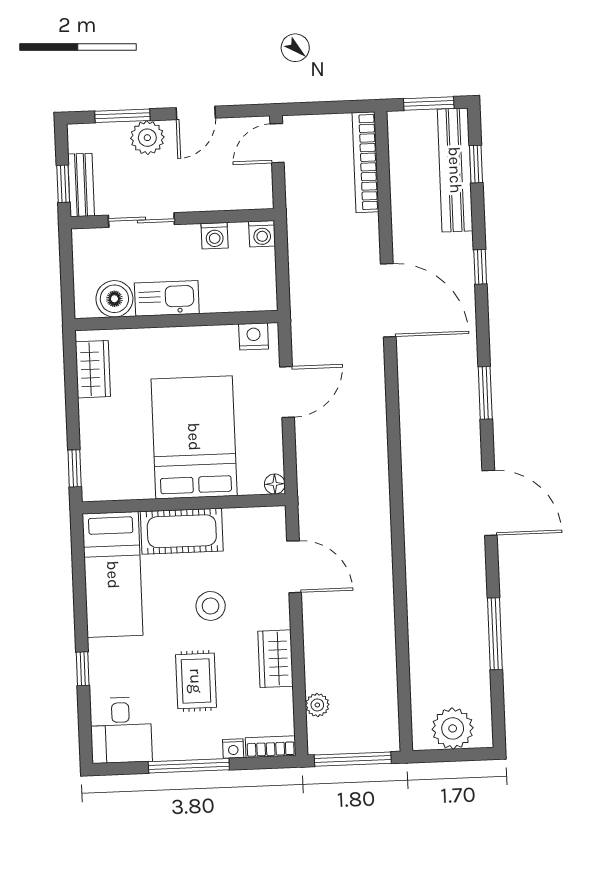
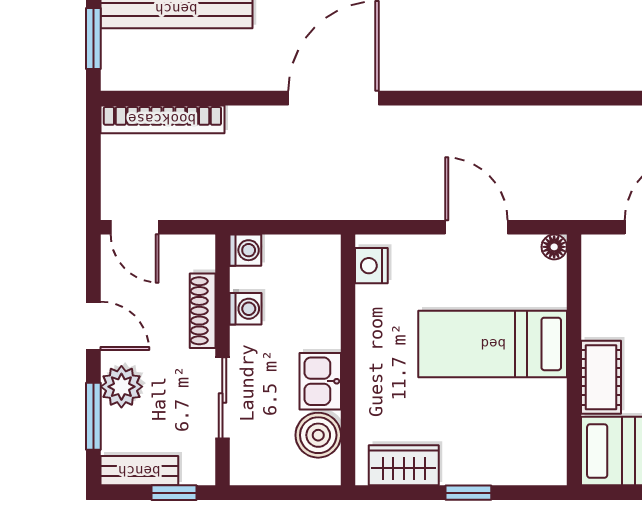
bench: (81, 185) -> (139, 471), moved
shoe rack: (212, 201) -> (203, 311), added
kitchen sink: (167, 298) -> (320, 381), width x0.73
door: (287, 392) -> (476, 227), moved
bed: (194, 437) -> (493, 344), width x0.67
window: (75, 468) -> (468, 493), moved
cot: (182, 531) -> (601, 377), width x0.73, depth x0.75

